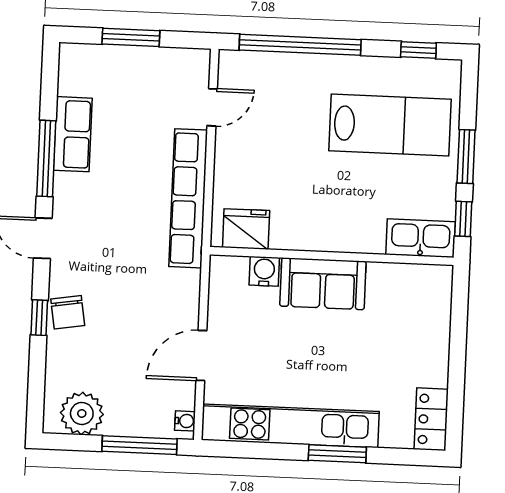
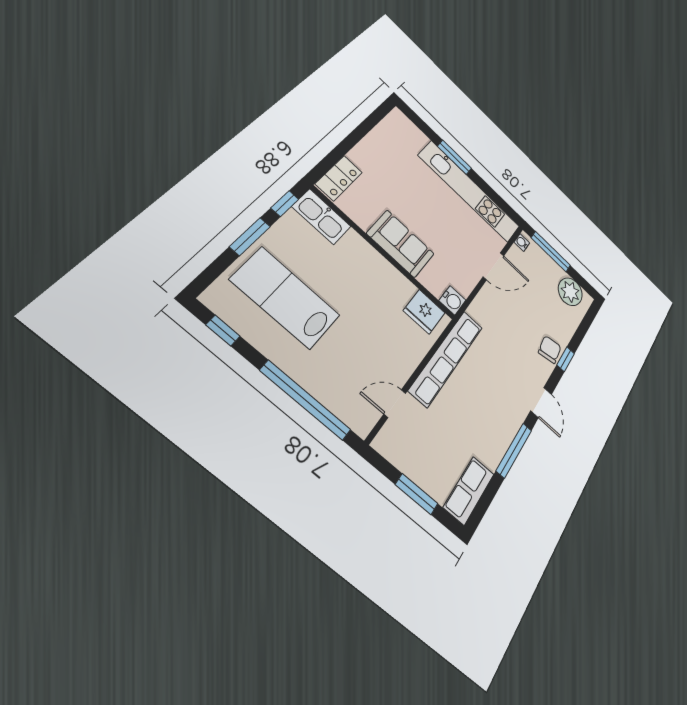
row of seats: (73, 134) -> (469, 491), moved
water cooler: (264, 271) -> (452, 300), moved, turned -90
locker: (431, 419) -> (339, 178), moved

